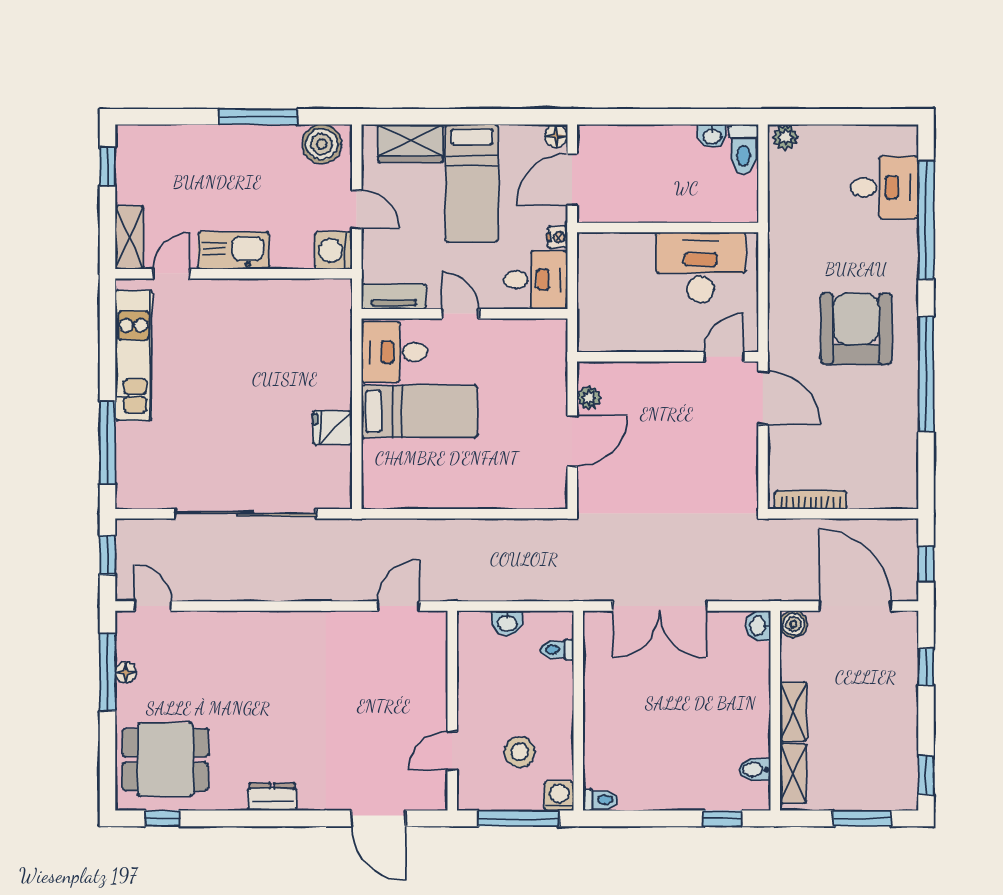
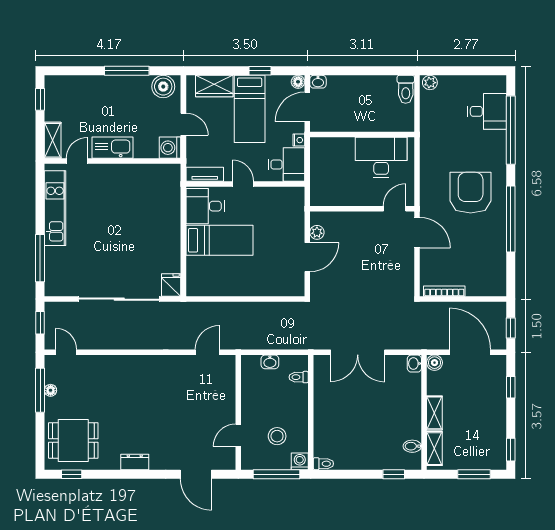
window: (490, 117) -> (260, 71), added
washbasin: (712, 136) -> (318, 82), moved
fridge: (332, 428) -> (171, 285), moved, turned 90

